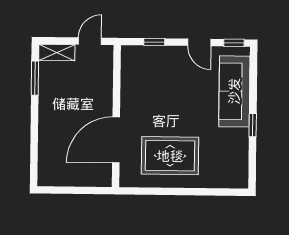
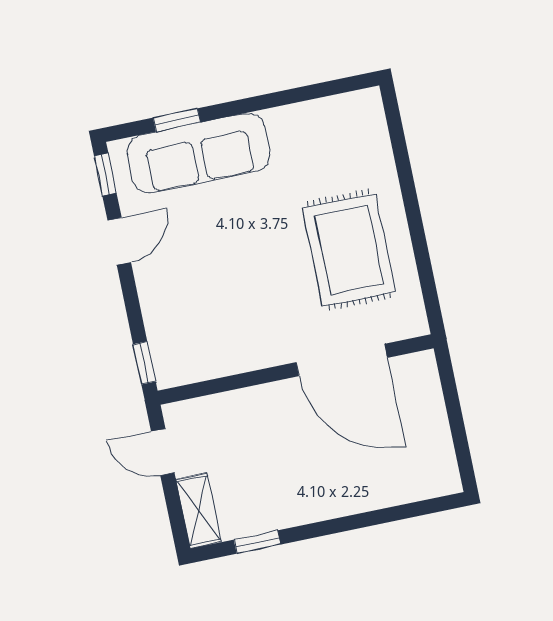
window: (154, 42) -> (144, 363), moved
window: (35, 78) -> (257, 542), width x0.67
window: (253, 125) -> (177, 120), moved

